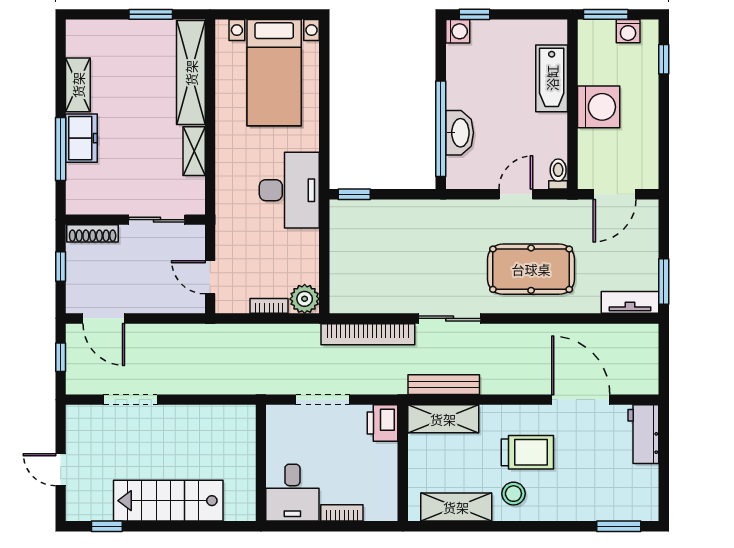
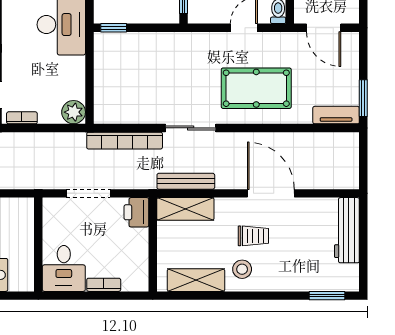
door: (614, 194) -> (324, 28), hinge flipped
bookcase: (269, 306) -> (22, 118), moved
door: (581, 400) -> (271, 193), moved
workbench: (643, 434) -> (347, 230), width x1.38
trolley: (527, 452) -> (253, 236), width x0.73, depth x0.72

